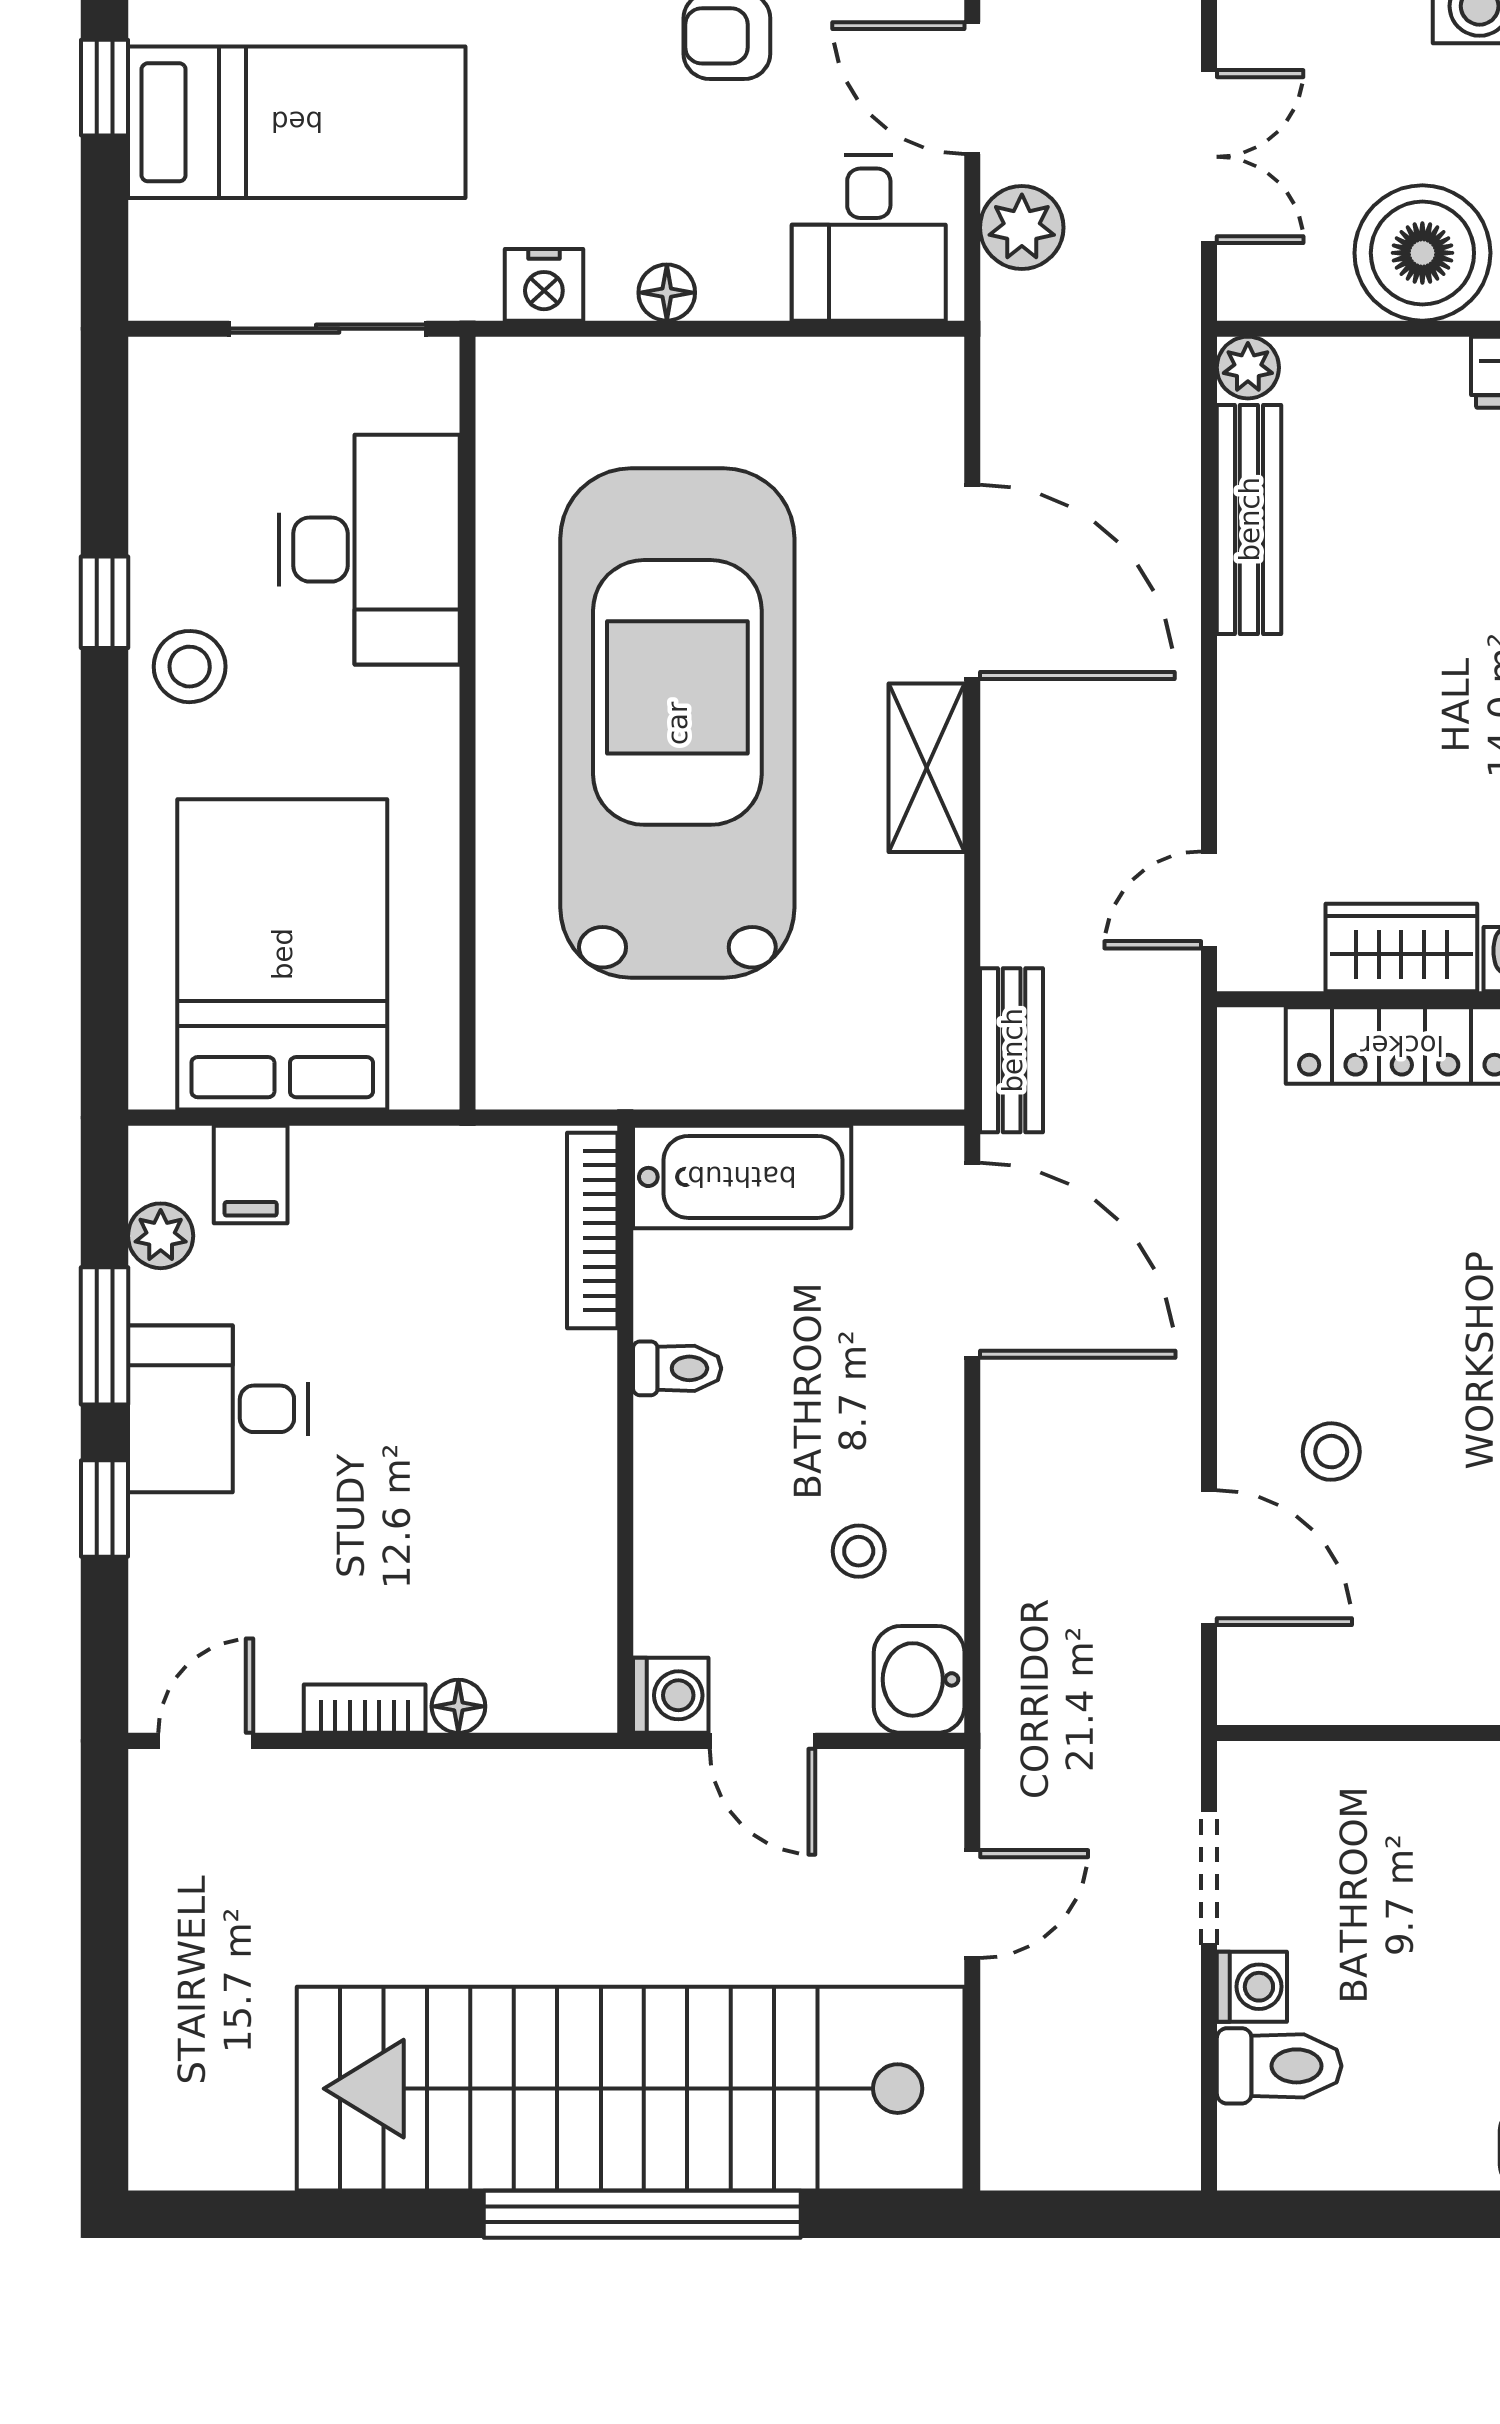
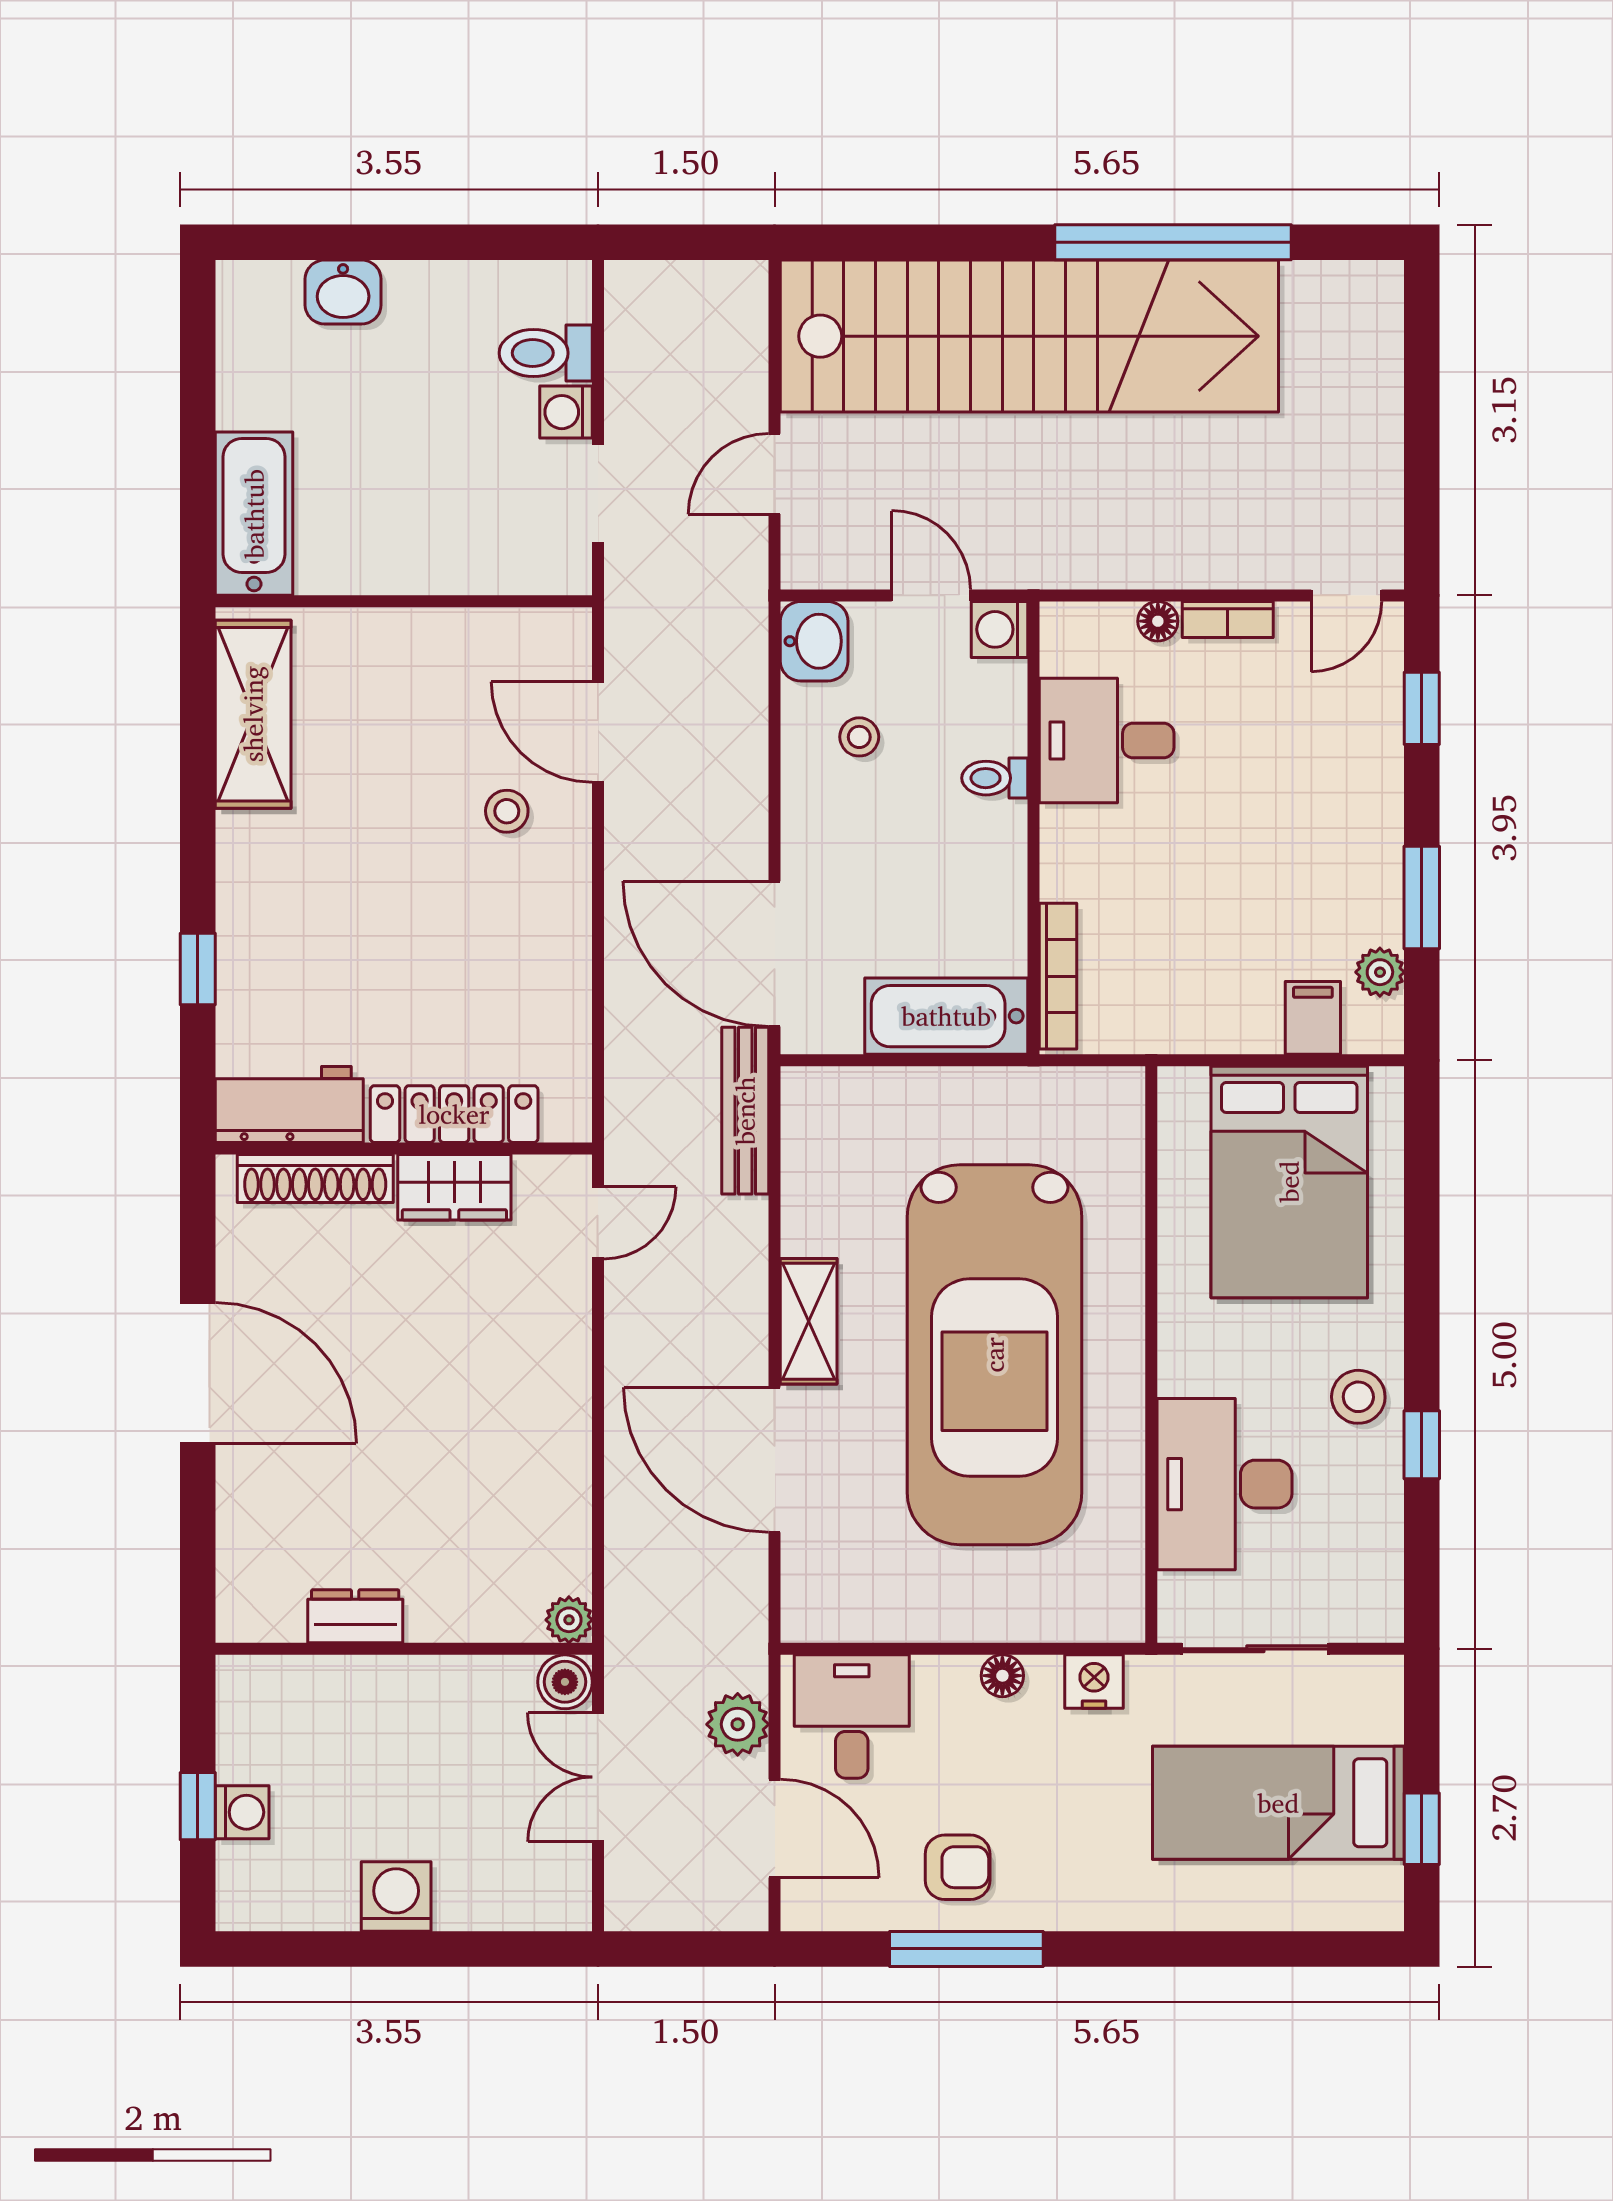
boiler: (1422, 253) -> (565, 1682), moved, width x0.54, depth x0.54
bench: (1249, 519) -> (568, 1507), removed
bench: (1012, 1050) -> (745, 1111), width x1.36
toilet: (677, 1368) -> (995, 778), moved
desk: (218, 1409) -> (1107, 740), moved, turned 180
window: (104, 1508) -> (1422, 708), moved
window: (642, 2214) -> (1173, 242), moved

